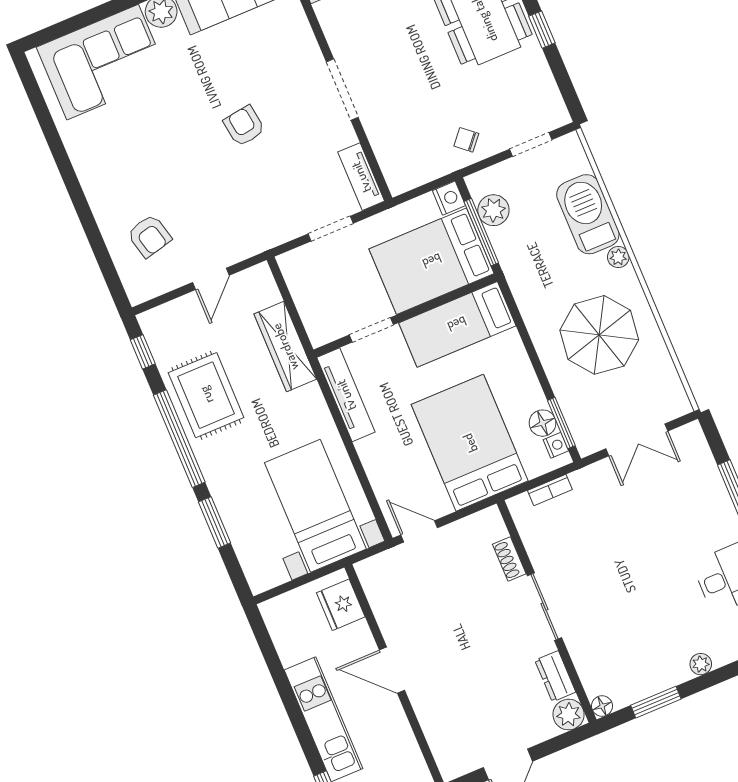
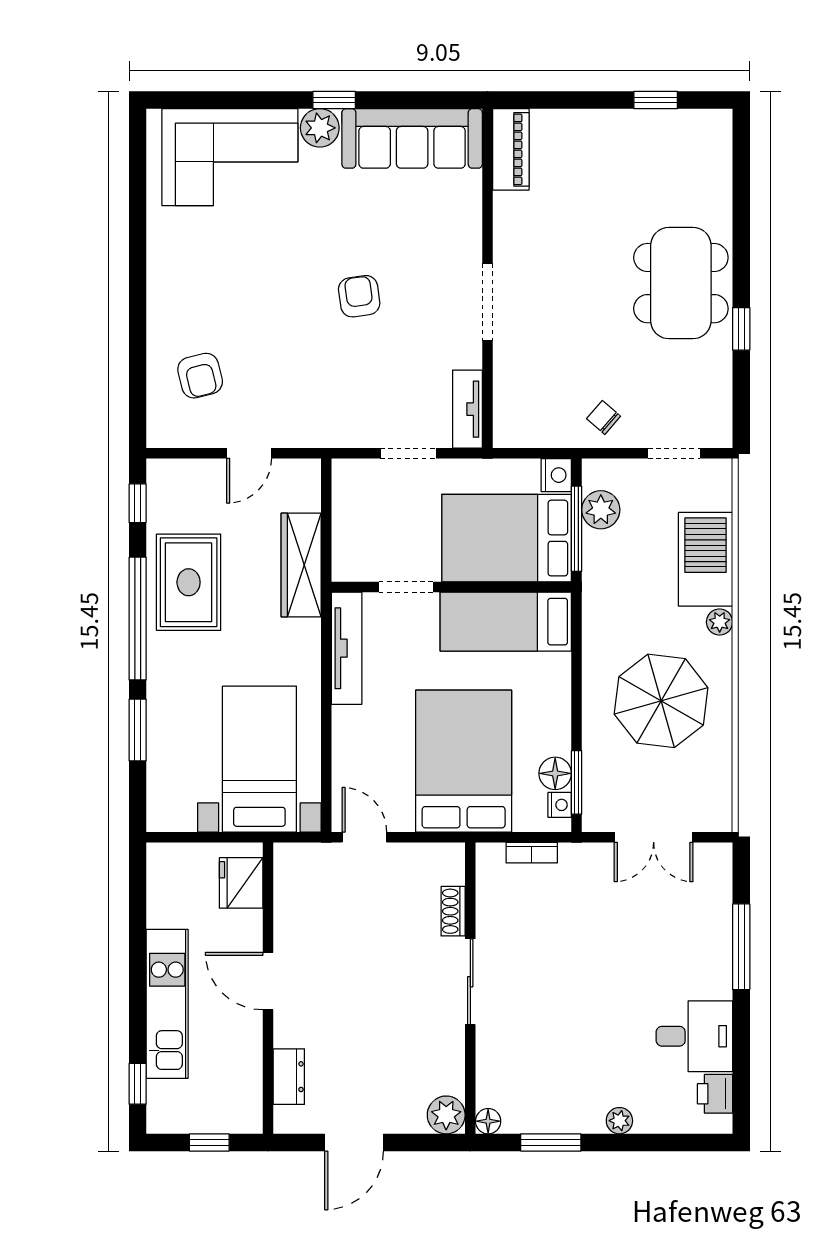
dresser: (555, 676) -> (289, 1077), moved, turned 180

